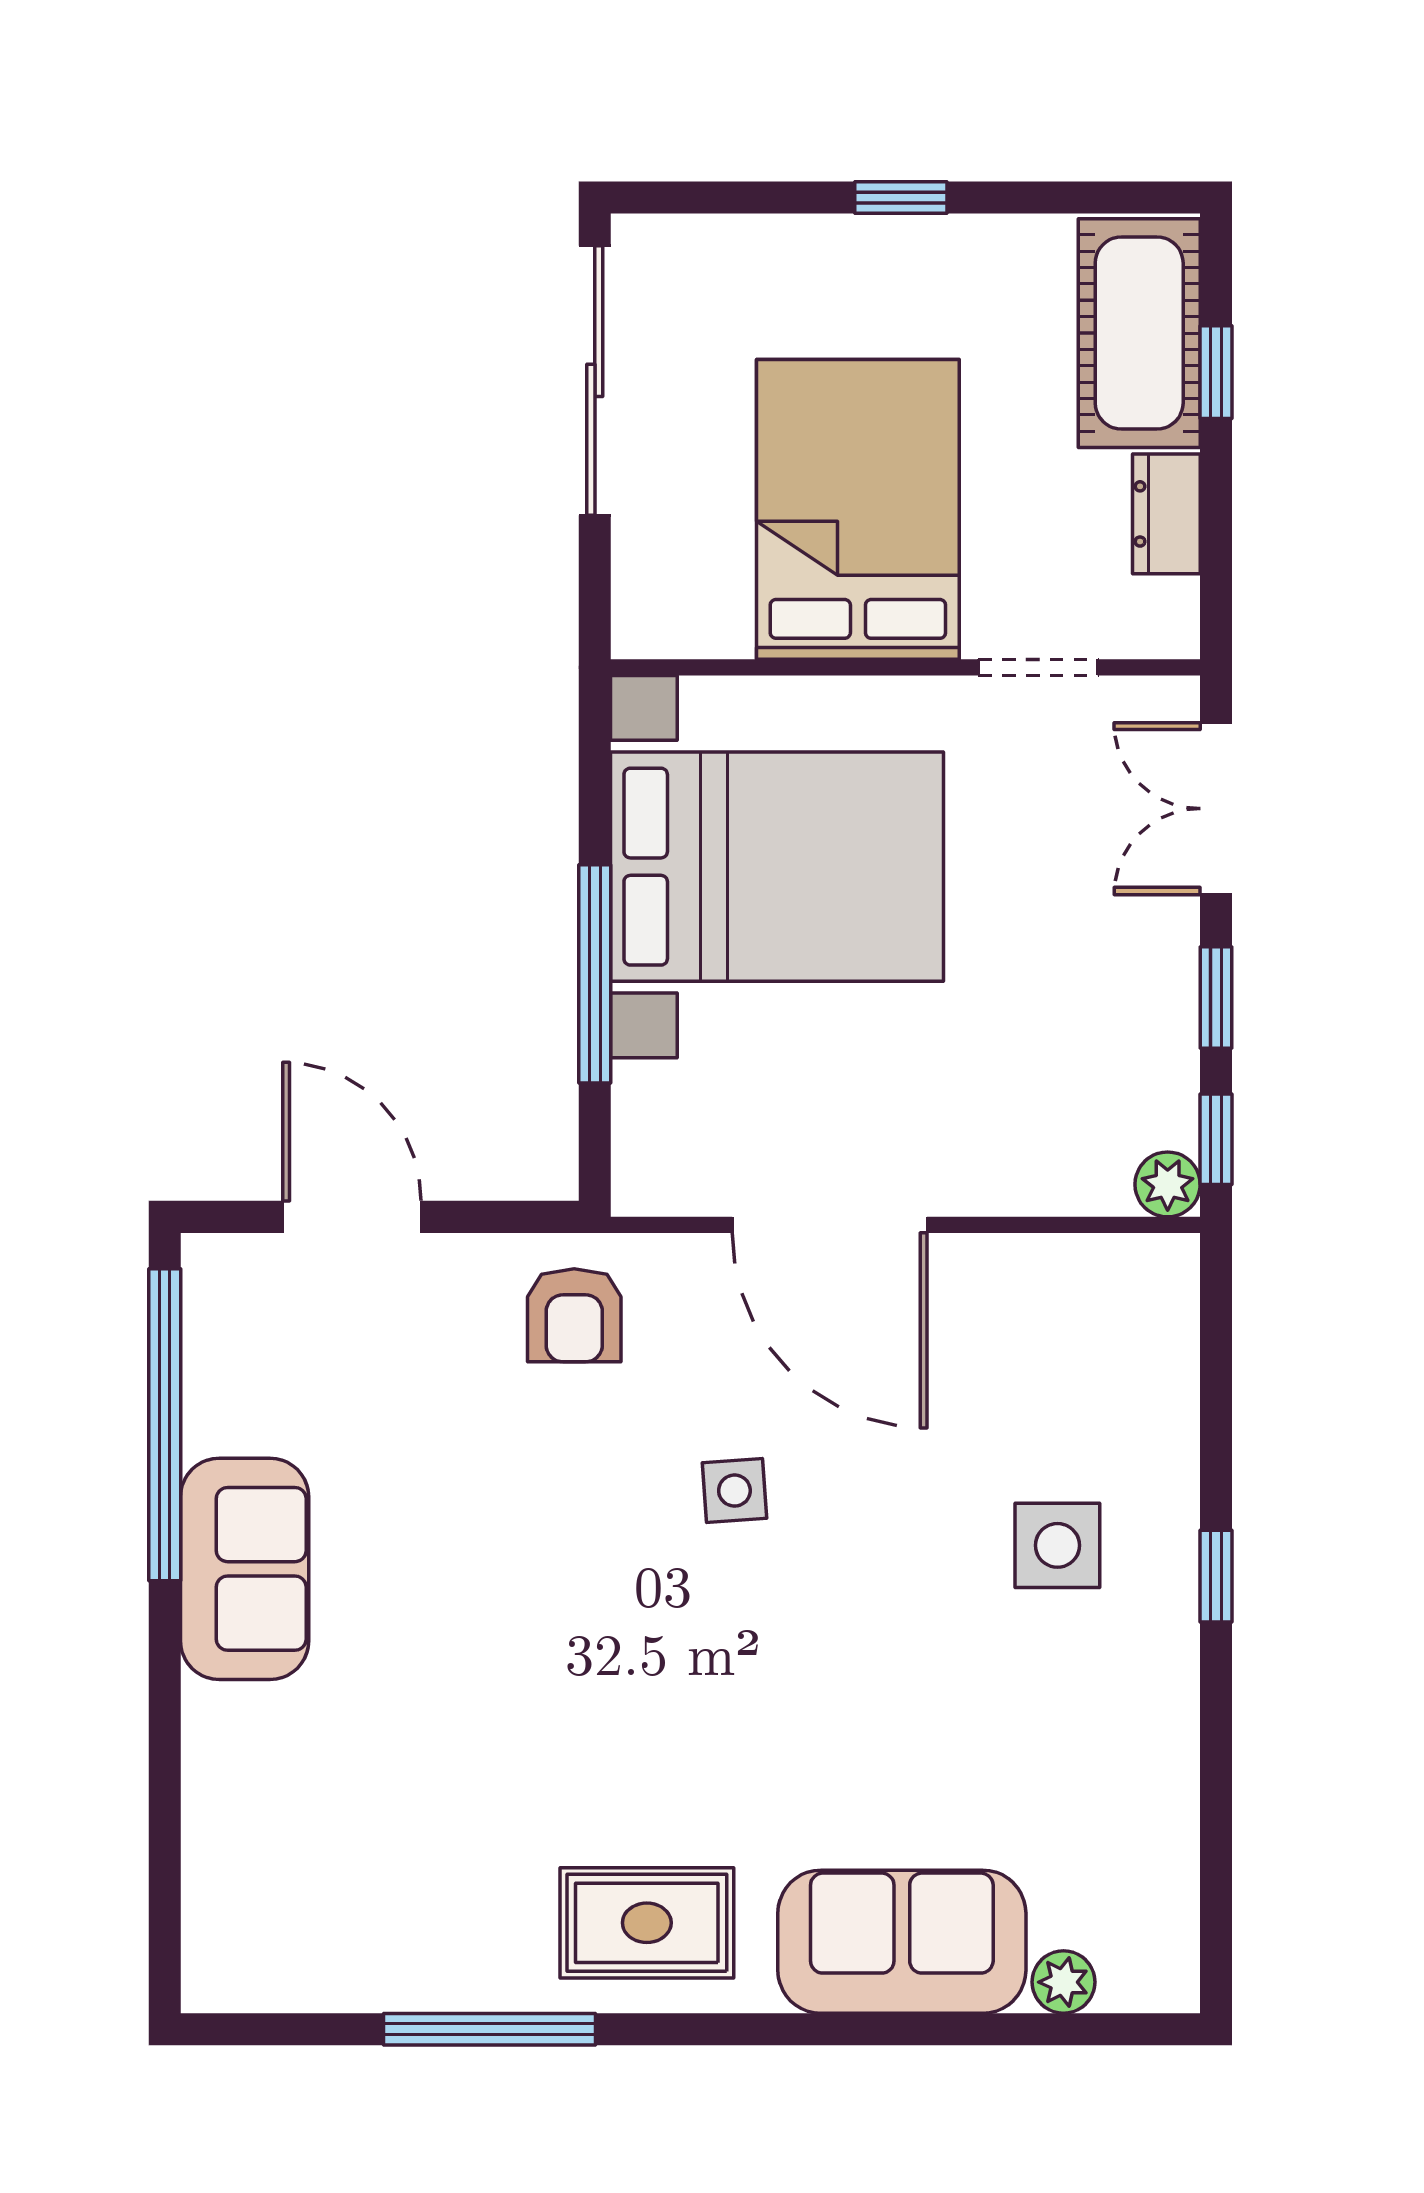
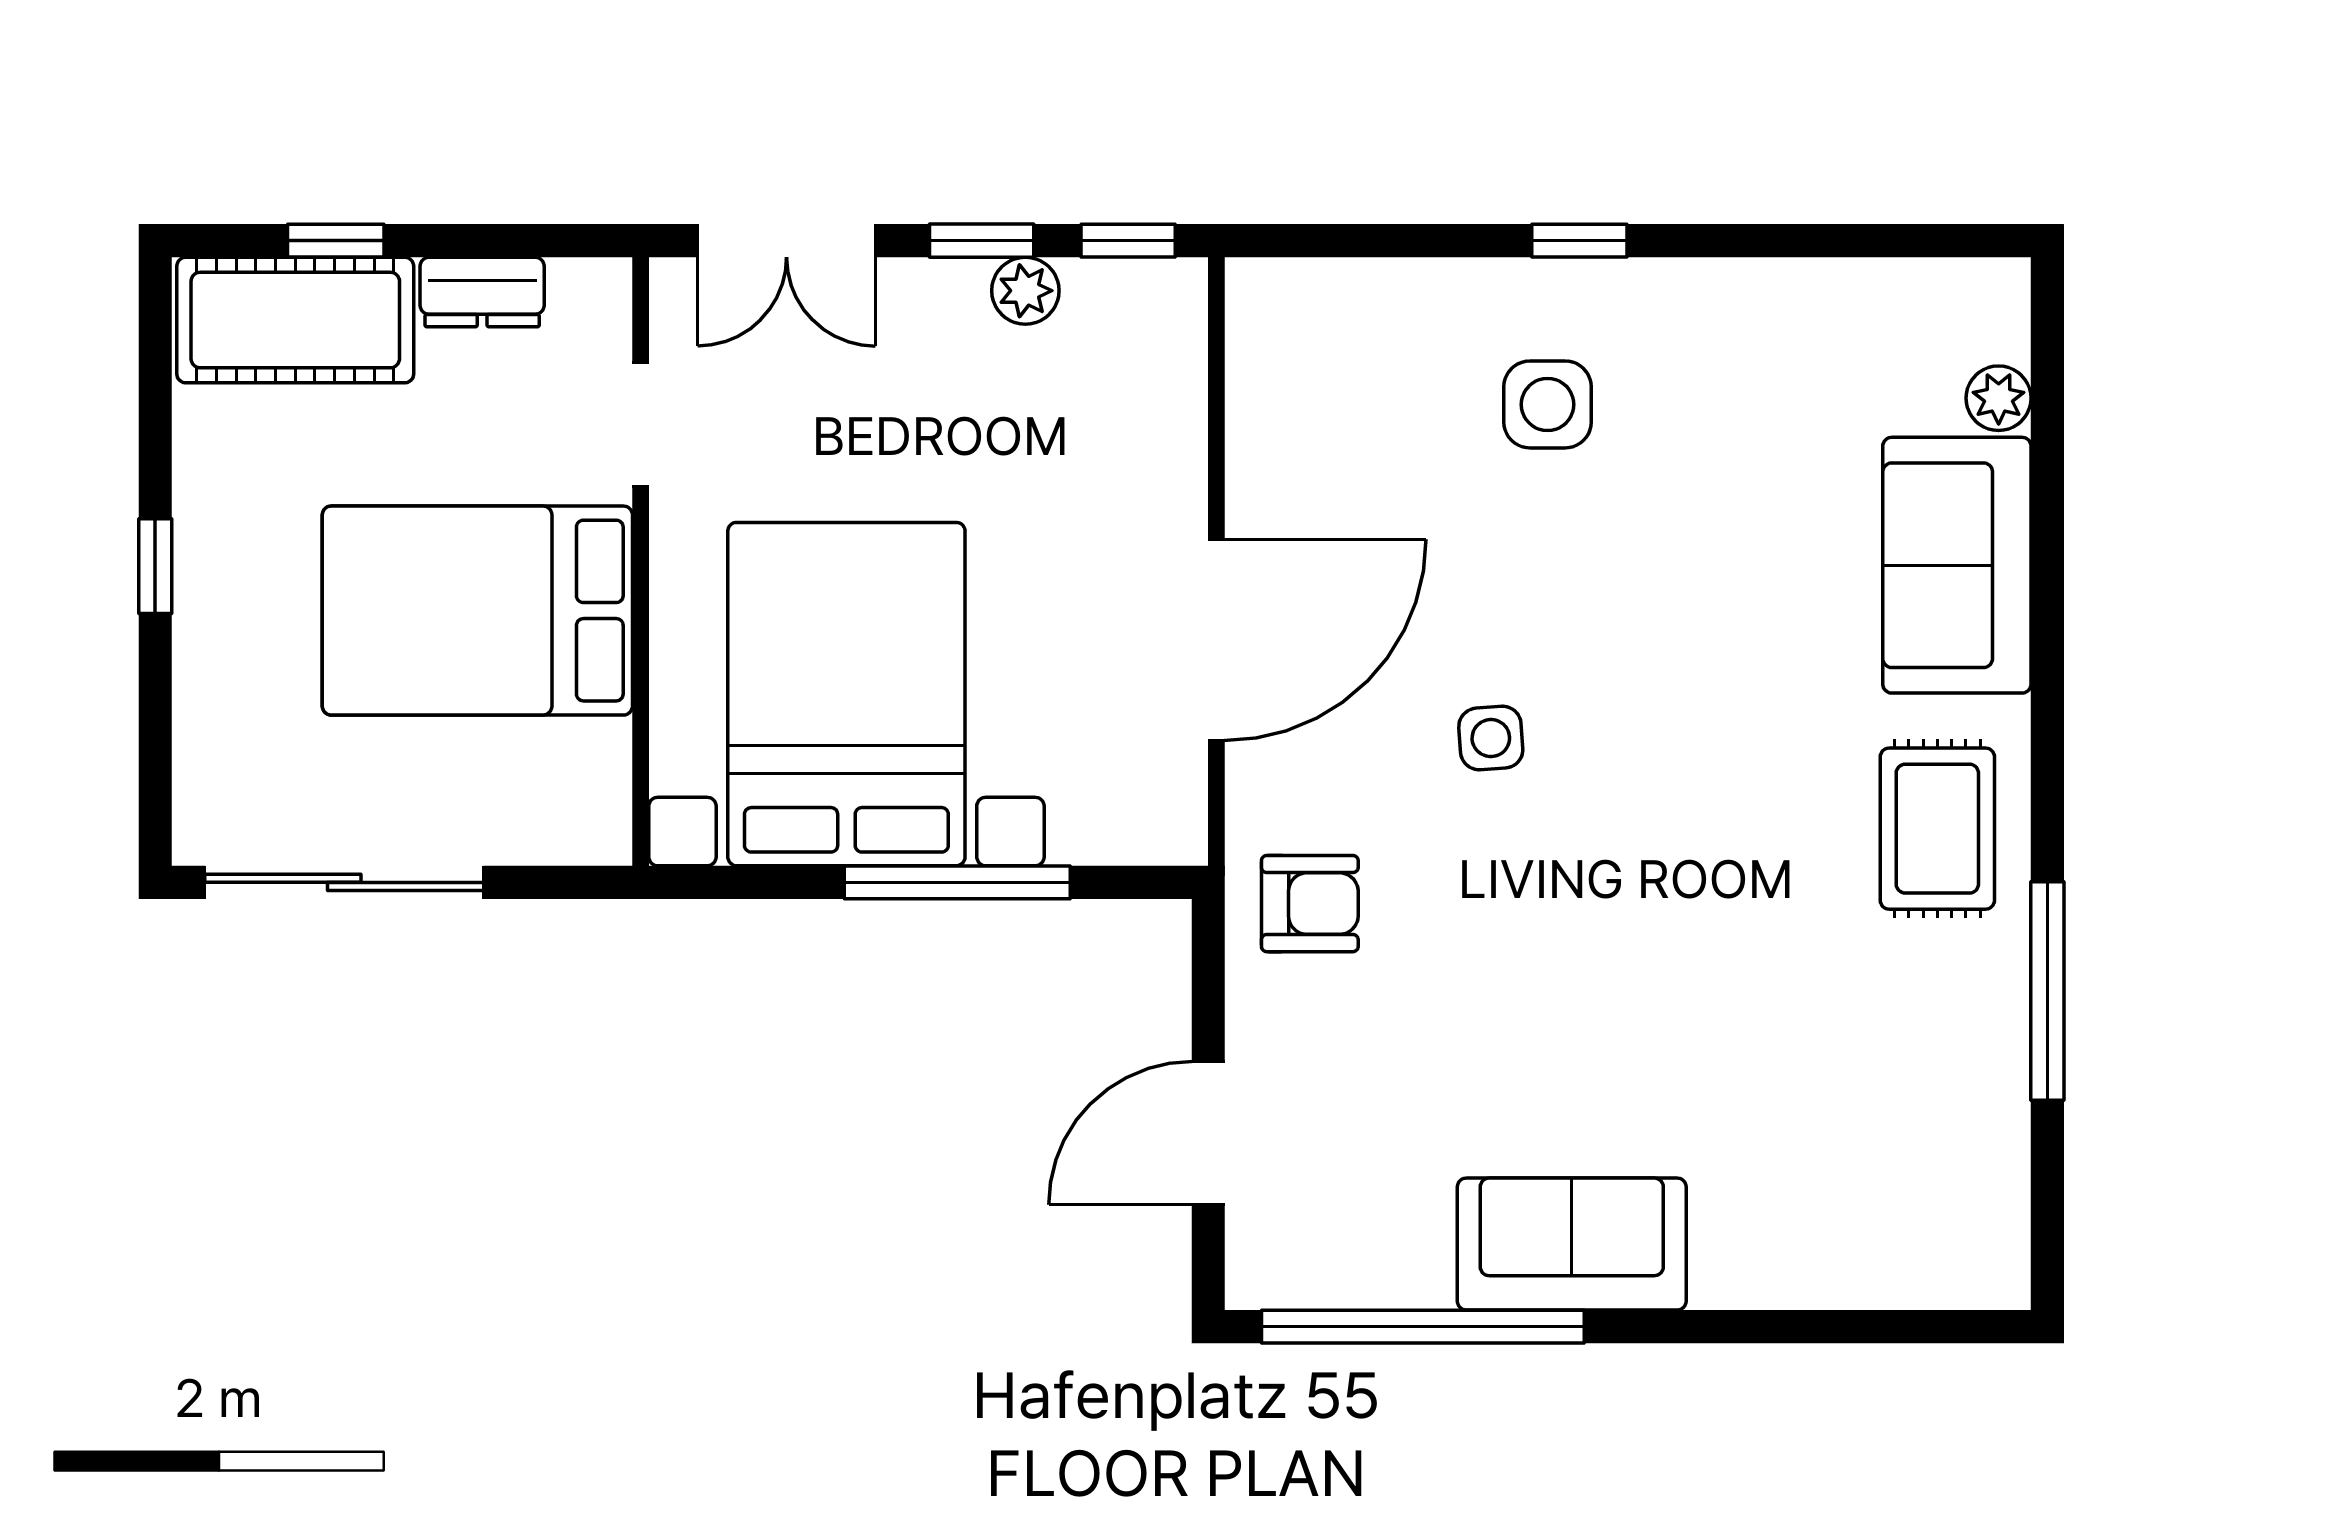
plant: (1168, 1184) -> (1025, 291), moved

